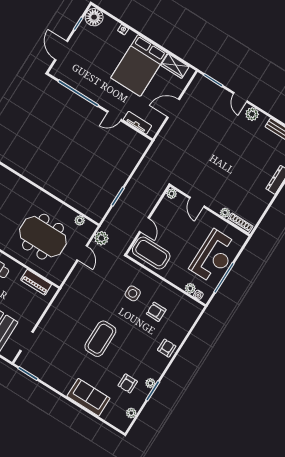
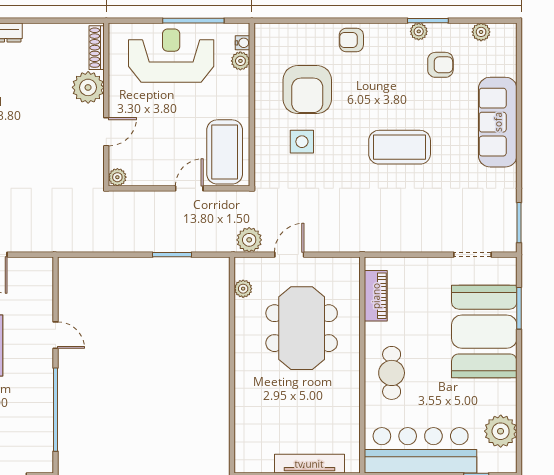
tv unit: (137, 123) -> (44, 294), removed
plant: (225, 213) -> (88, 87), width x1.87, depth x1.87
armchair: (156, 312) -> (307, 90), width x1.88, depth x1.88
sofa: (88, 397) -> (498, 122), width x1.36

